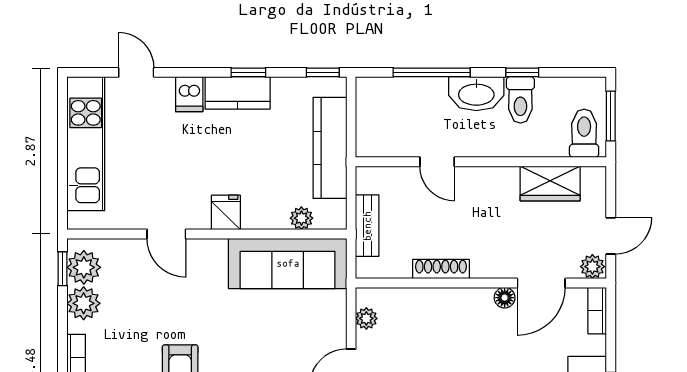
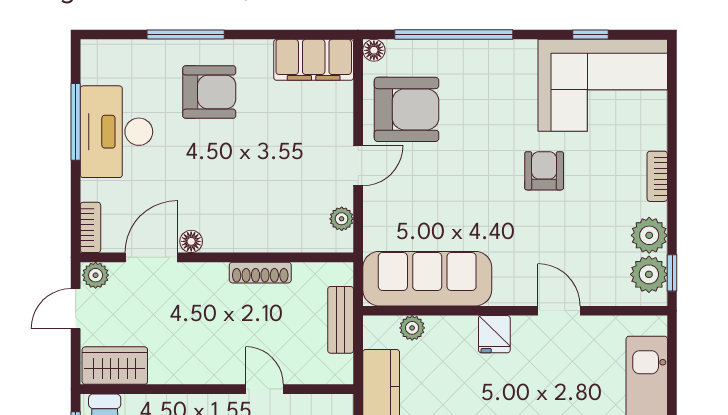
wardrobe: (550, 183) -> (115, 366), moved

